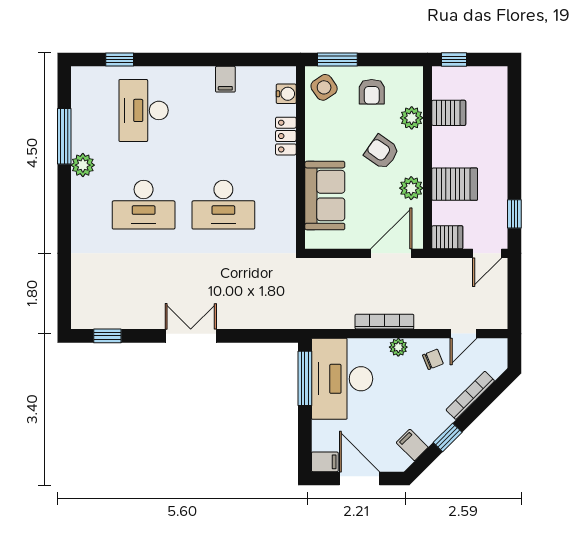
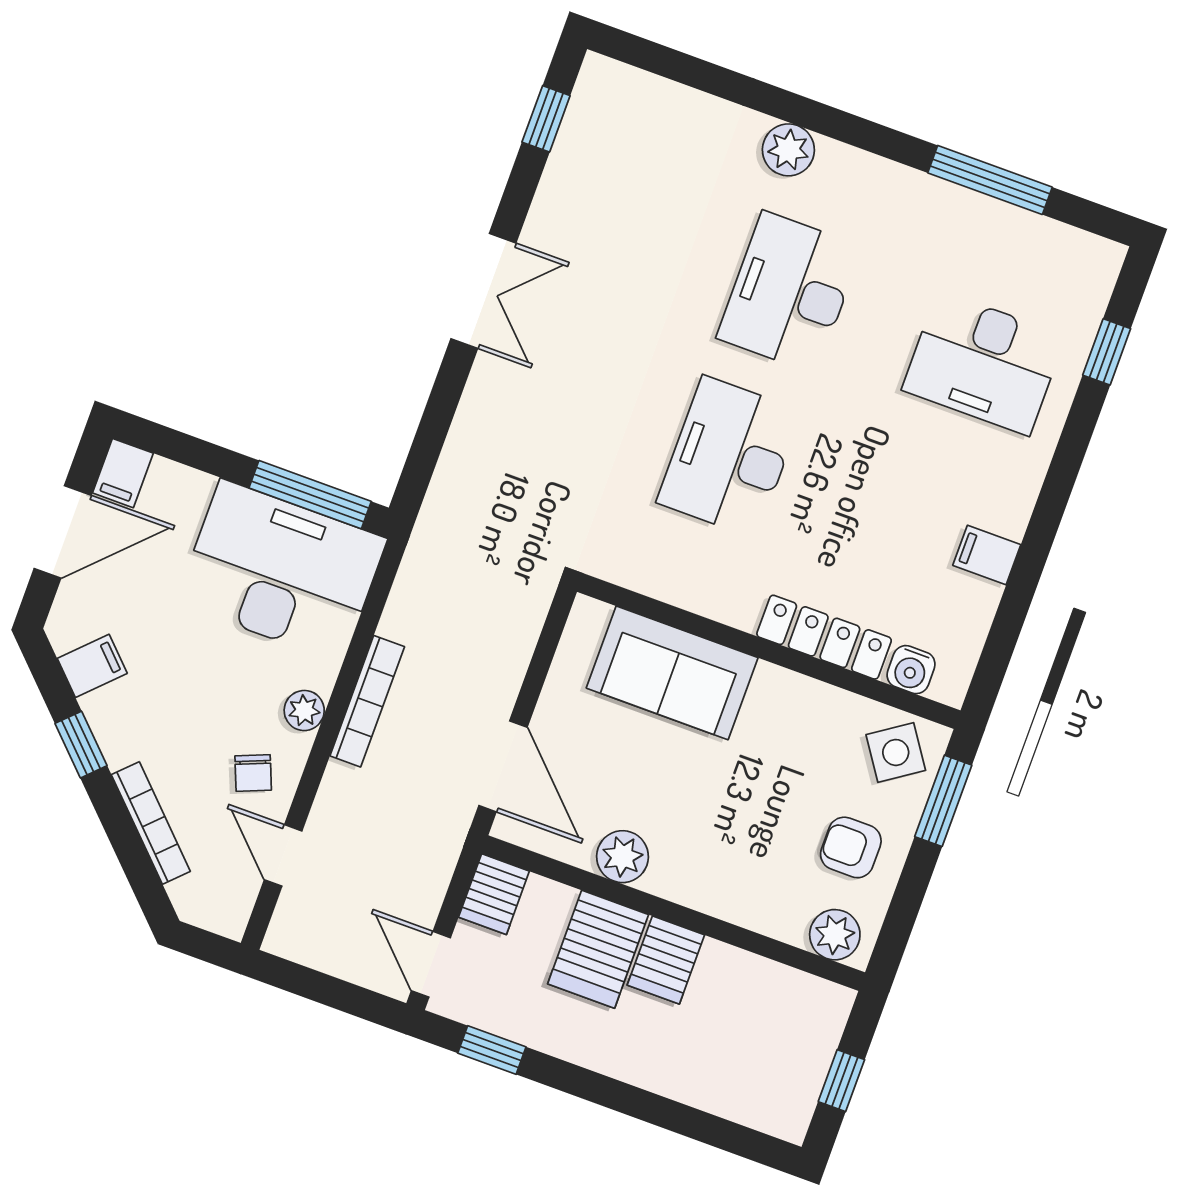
window: (454, 60) -> (841, 1081), moved
desk: (144, 110) -> (984, 363), turned 180
server rack: (449, 113) -> (666, 960), moved
plant: (412, 118) -> (835, 935), moved
locker: (286, 136) -> (824, 637), width x1.53
armchair: (382, 152) -> (719, 823), removed
plant: (83, 165) -> (788, 150), moved

